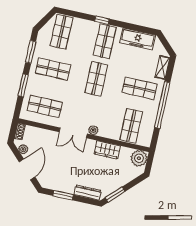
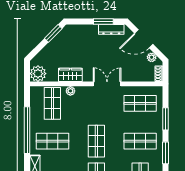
plant: (93, 130) -> (70, 91), moved
door: (27, 169) -> (144, 39), hinge flipped
dresser: (87, 193) -> (111, 29), moved

